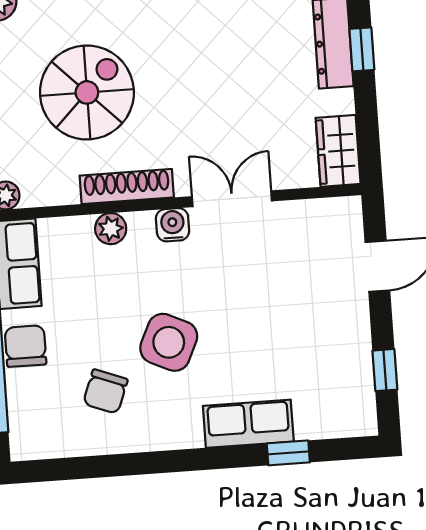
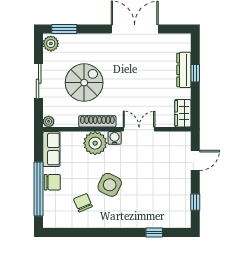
plant: (111, 229) -> (95, 143), width x1.88, depth x1.88
chair: (25, 346) -> (52, 182), turned 90
chair: (105, 392) -> (83, 203), turned 136
row of seats: (248, 424) -> (139, 220), removed

